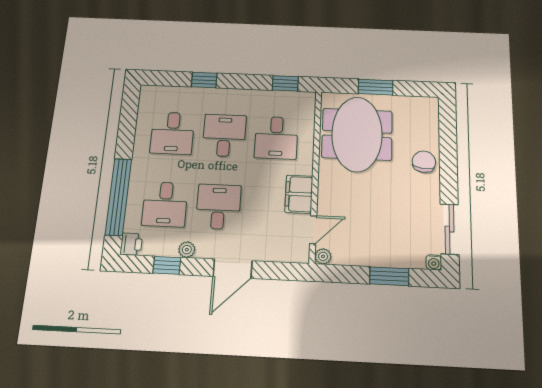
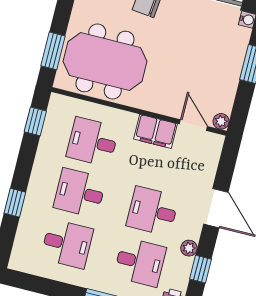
window: (375, 87) -> (53, 51), moved
desk: (276, 138) -> (93, 142), turned 180

